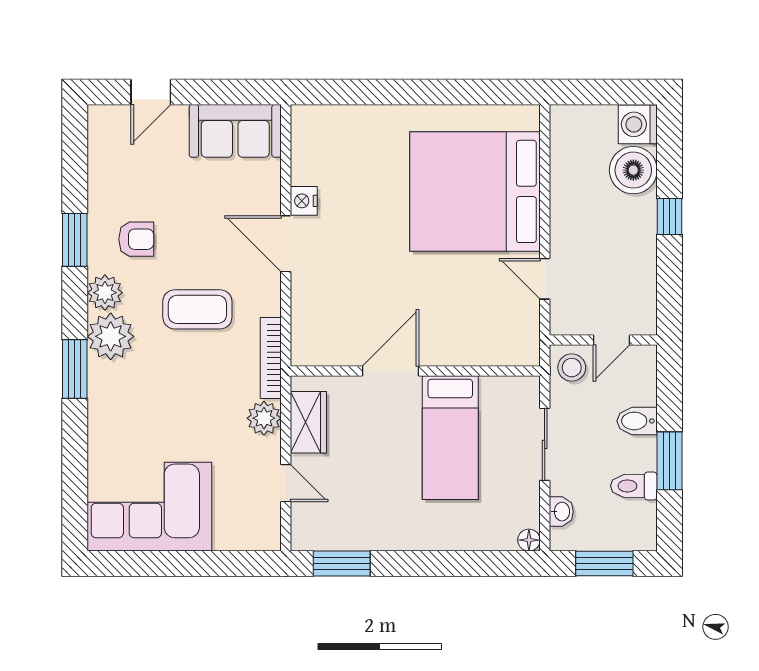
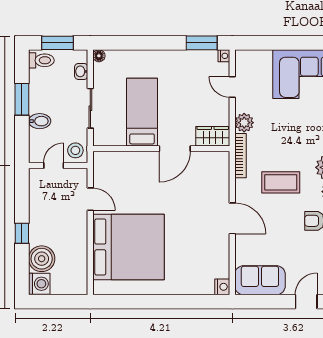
nightstand: (304, 201) -> (222, 287), moved
wardrobe: (308, 422) -> (213, 136), moved, turned 90
toilet: (634, 486) -> (41, 60), moved
nightstand: (301, 540) -> (224, 56), added

